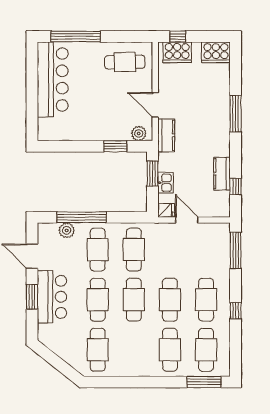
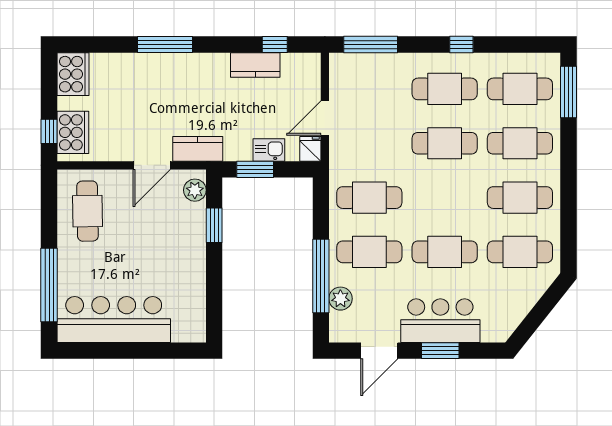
cafe table: (134, 300) -> (520, 198), moved

